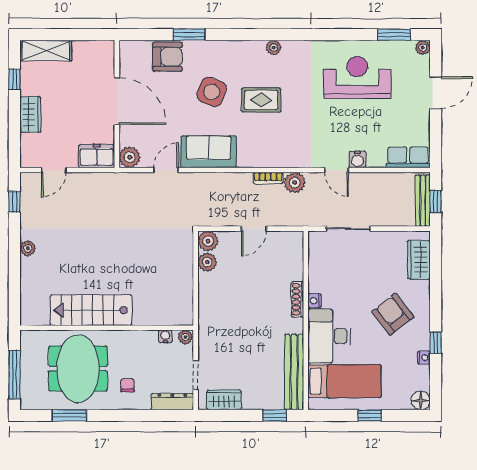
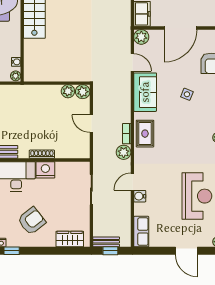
side table: (212, 92) -> (187, 94), width x0.54, depth x0.54
rug: (261, 100) -> (145, 134), moved
bench: (423, 201) -> (106, 242), width x0.73
nightstand: (315, 301) -> (45, 170), width x1.89, depth x1.79

